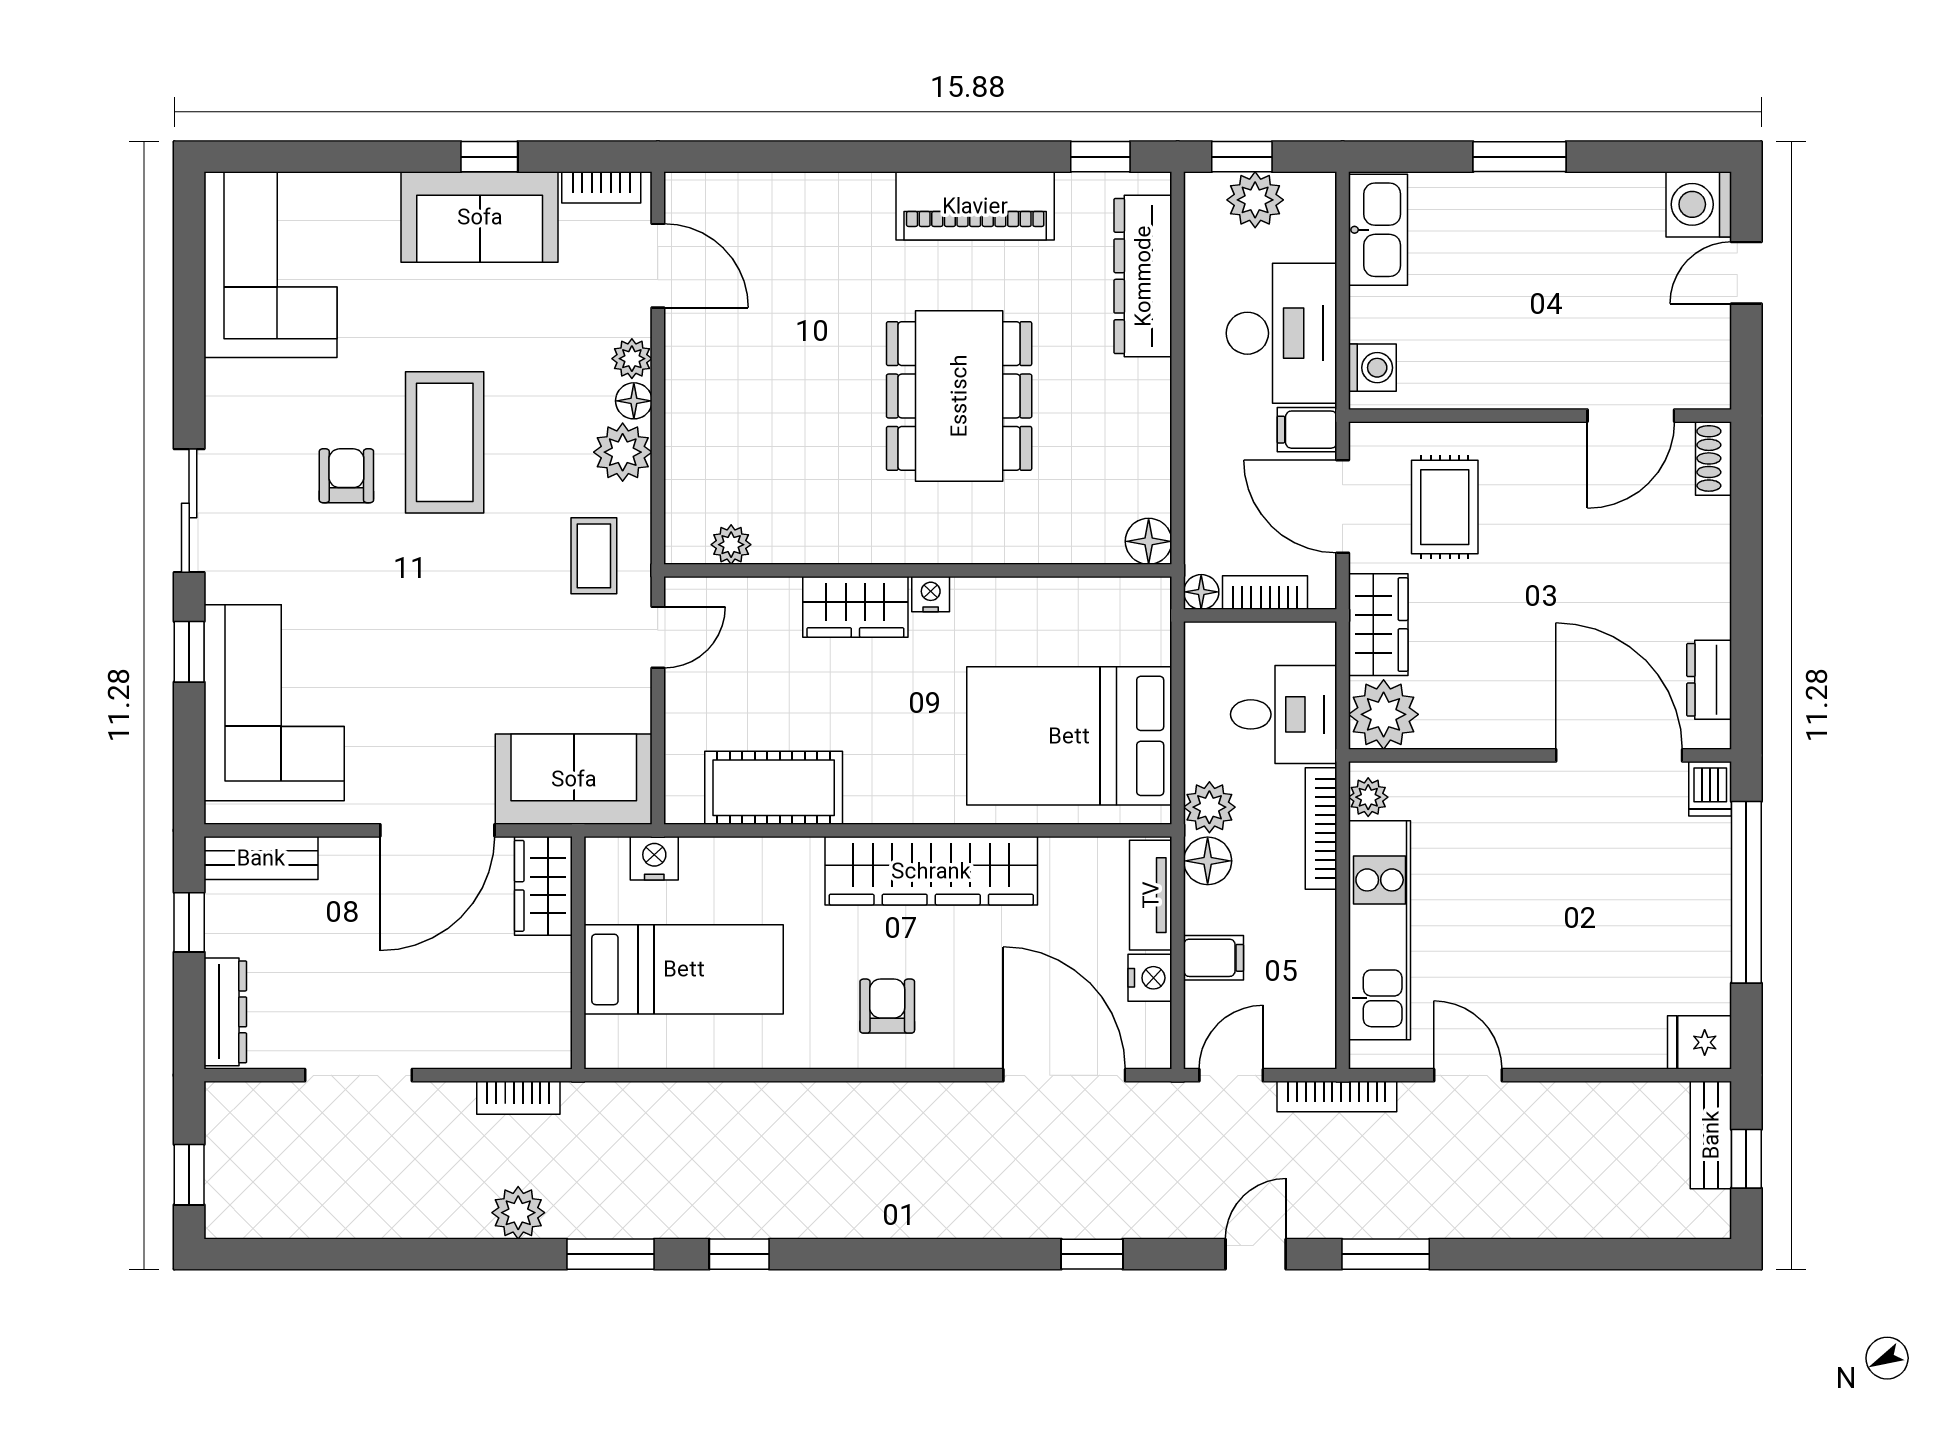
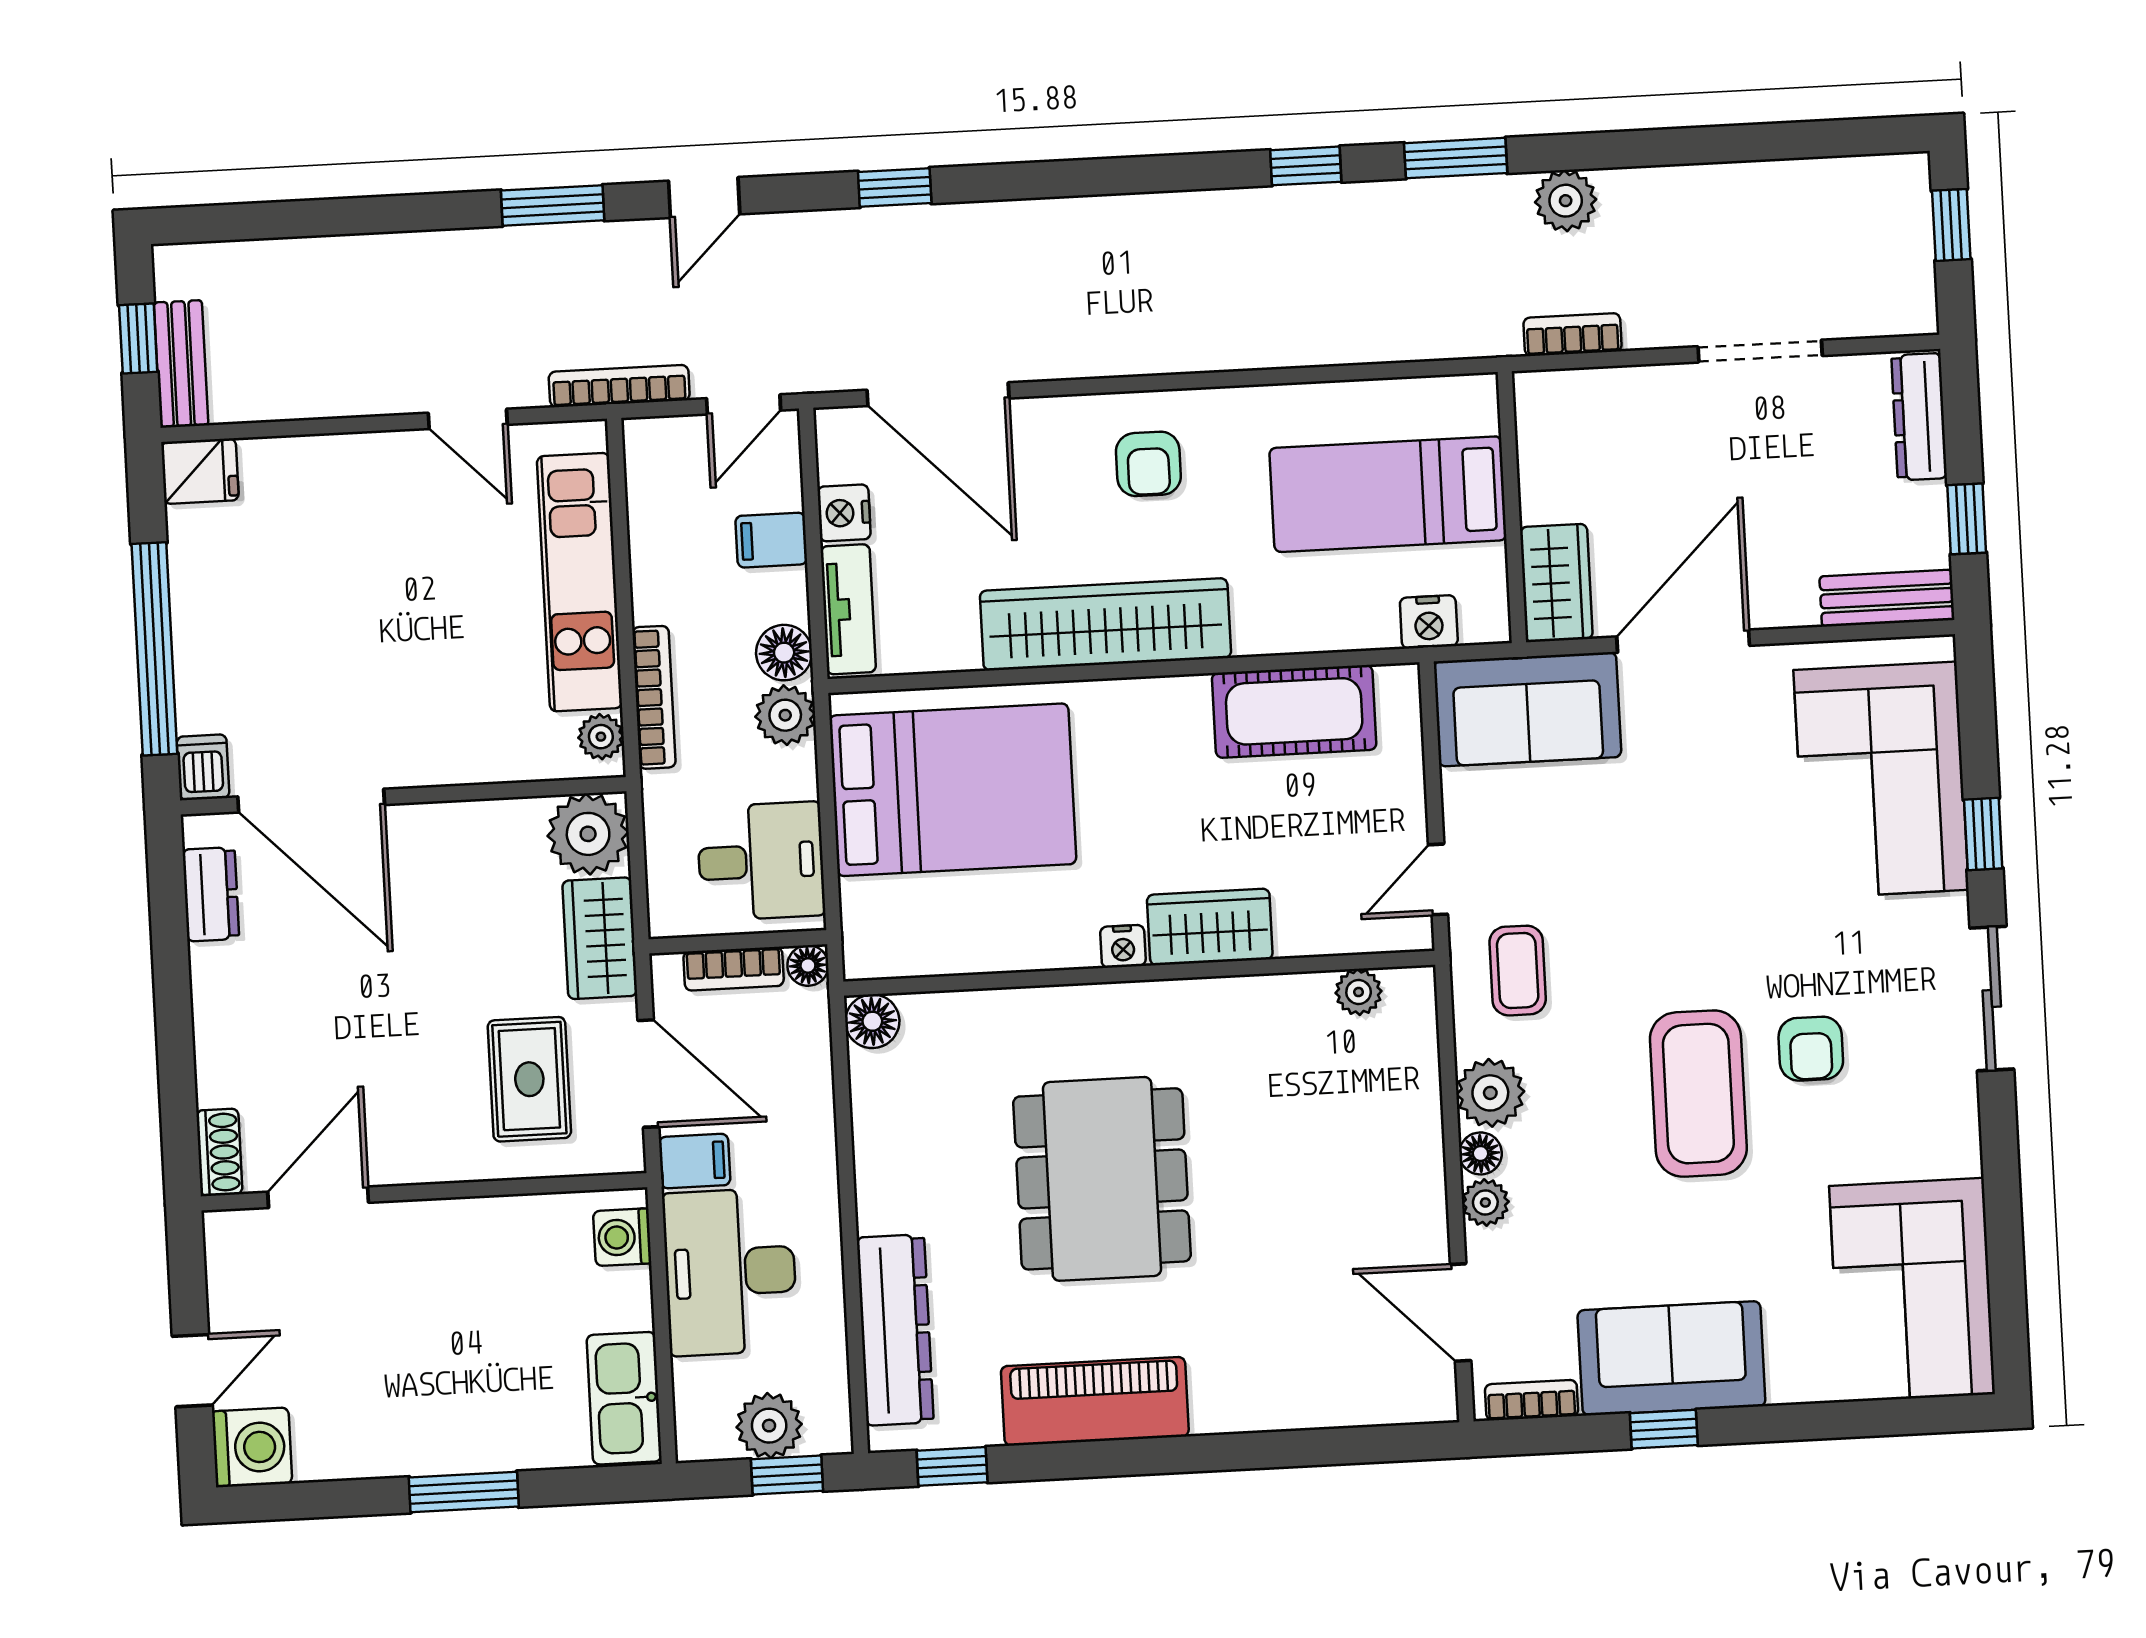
desk: (1284, 714) -> (761, 861), moved, turned 180

